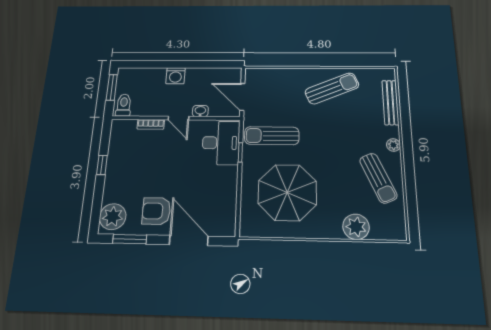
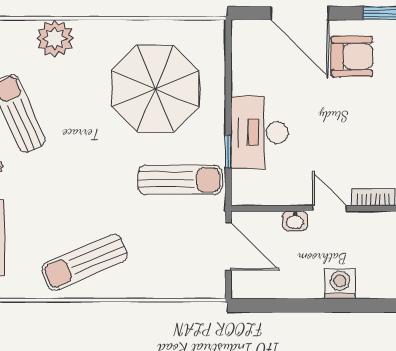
desk: (221, 143) -> (259, 132), moved

